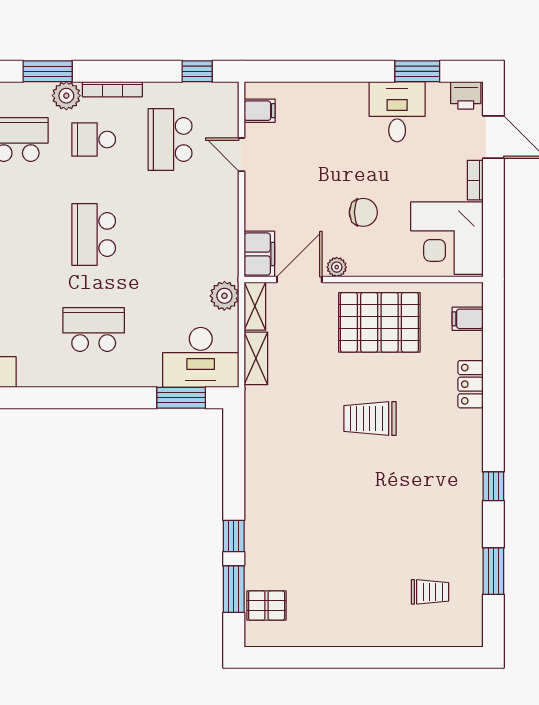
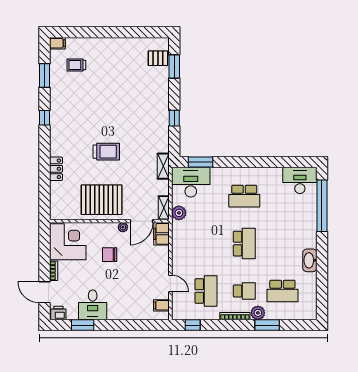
filing cabinet: (468, 319) -> (57, 43), moved
shelving: (256, 358) -> (163, 166), moved
window: (234, 536) -> (174, 118), moved

